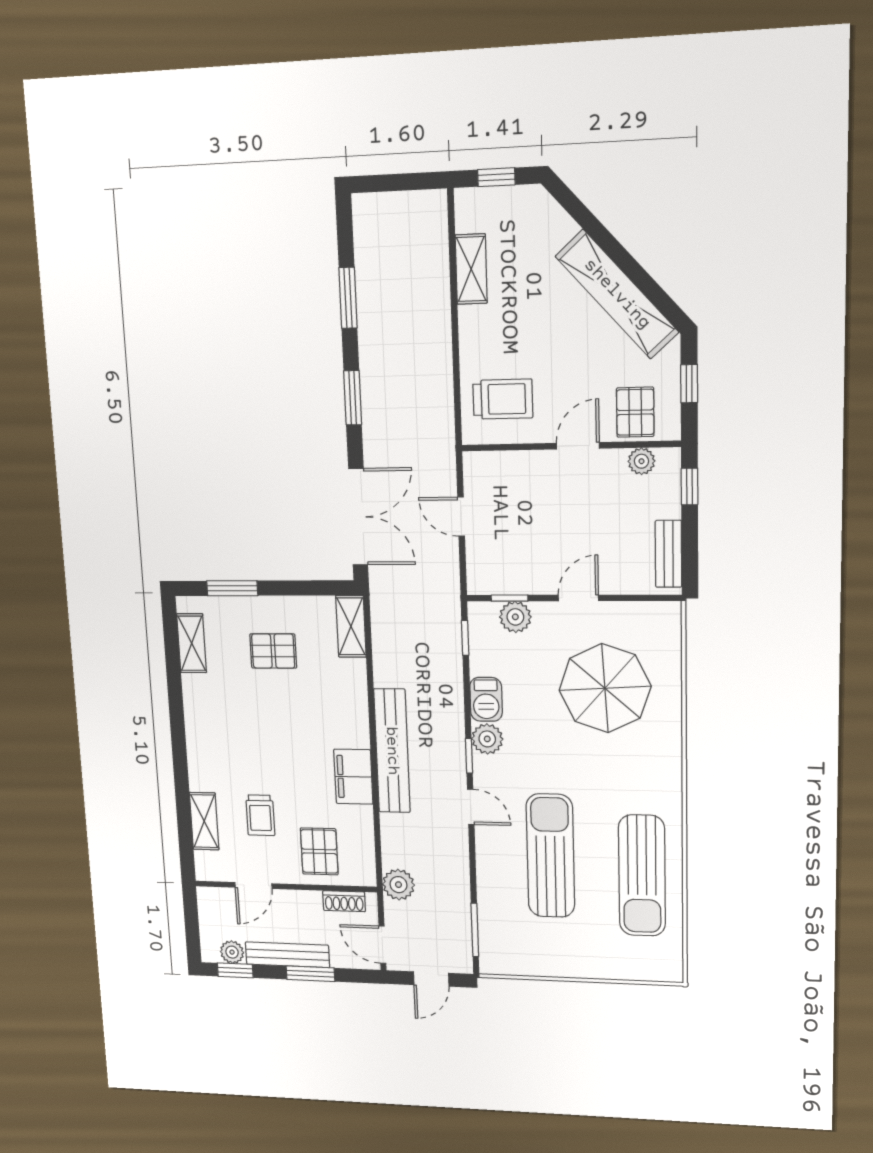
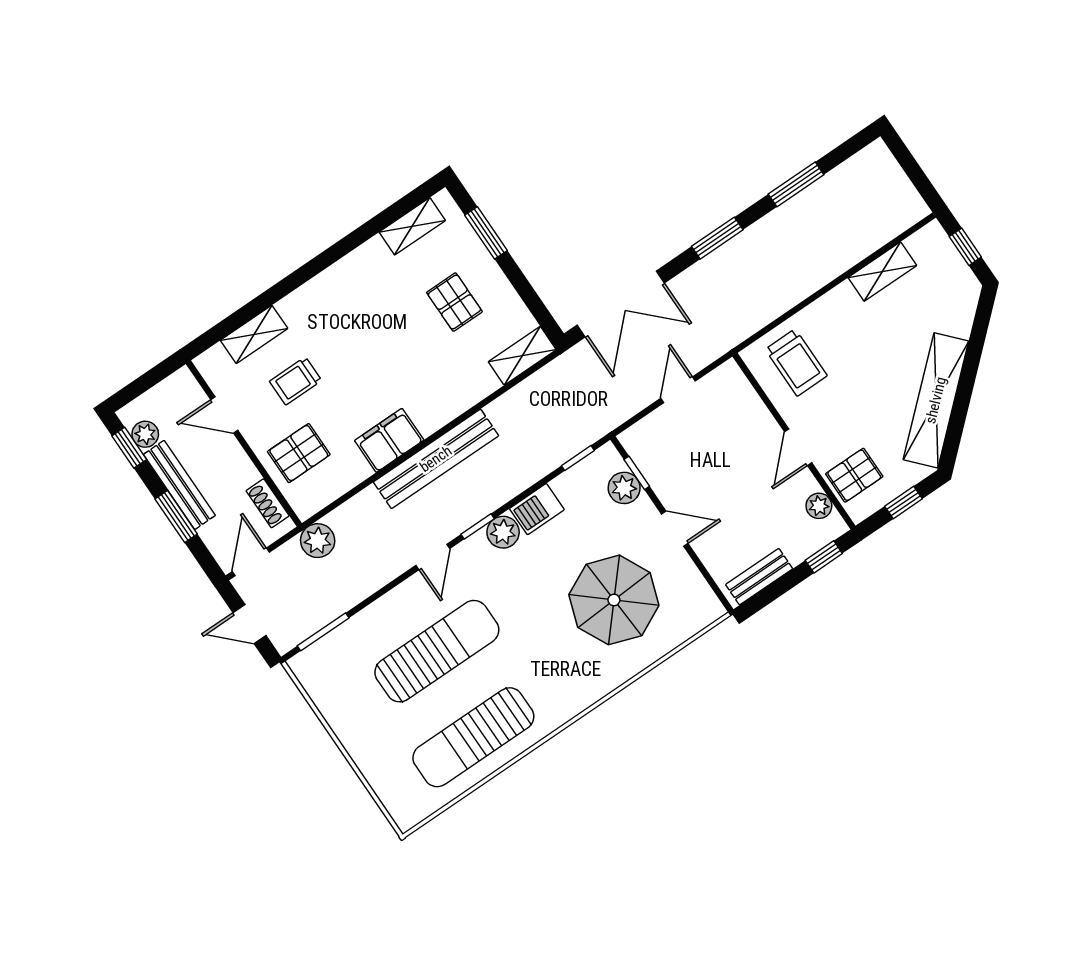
door: (578, 446) -> (798, 447), swing flipped

